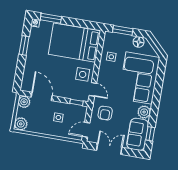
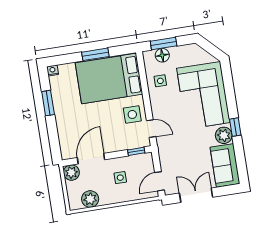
window: (51, 18) -> (95, 54), moved
floor lamp: (139, 42) -> (162, 55), moved
door: (42, 96) -> (91, 159), hinge flipped
armchair: (105, 113) -> (176, 153), removed
plant: (21, 124) -> (90, 199), moved
window: (150, 134) -> (235, 127), moved

